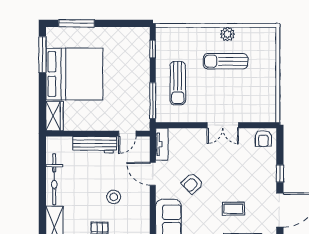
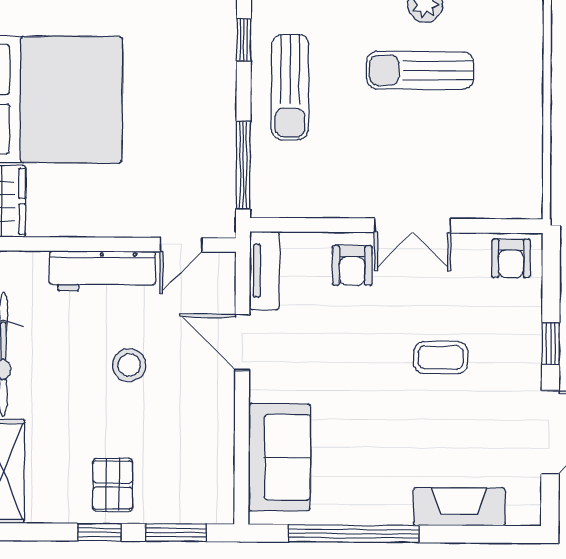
sun lounger: (178, 83) -> (290, 87), moved
armchair: (192, 183) -> (352, 265), moved, turned -46
stool: (114, 197) -> (129, 365), moved
coffee table: (233, 209) -> (441, 357), moved

